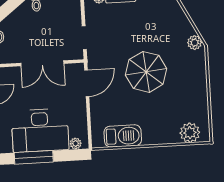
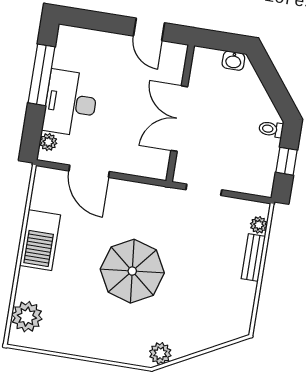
door: (87, 83) -> (89, 171), moved
desk: (40, 130) -> (71, 103), width x0.73, depth x0.77
barbecue: (123, 136) -> (40, 240), moved

